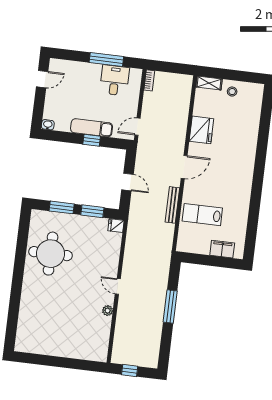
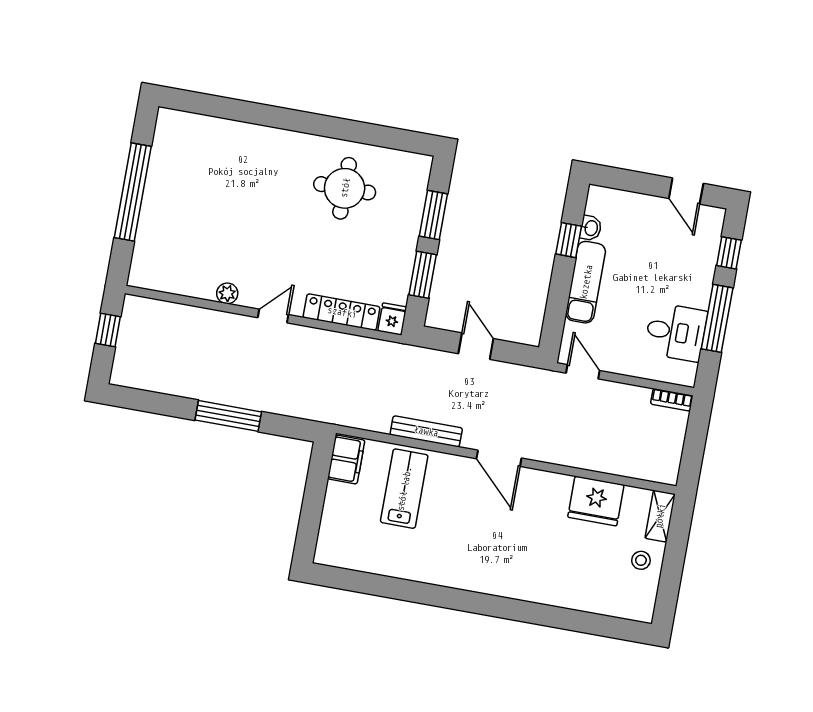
window: (72, 55) -> (729, 253), added
washbasin: (48, 125) -> (591, 228), moved
fridge: (201, 130) -> (596, 501), moved
window: (92, 140) -> (569, 240), moved
door: (127, 182) -> (476, 346), swing flipped
filing cabinet: (222, 249) -> (346, 460), moved
locker: (114, 252) -> (342, 312), added
round table: (51, 254) -> (345, 188), width x0.73, depth x0.73
window: (58, 362) -> (133, 192), added

